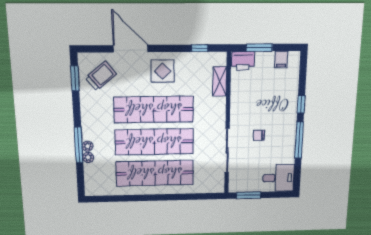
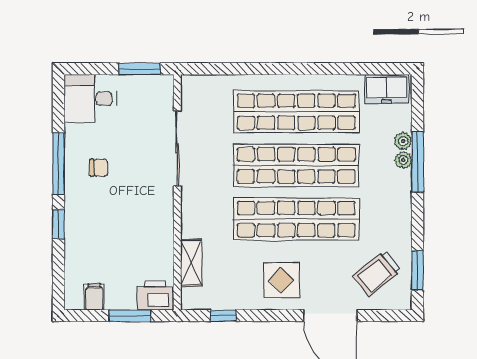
chair: (259, 135) -> (99, 168), moved
freezer: (100, 188) -> (387, 89), added

